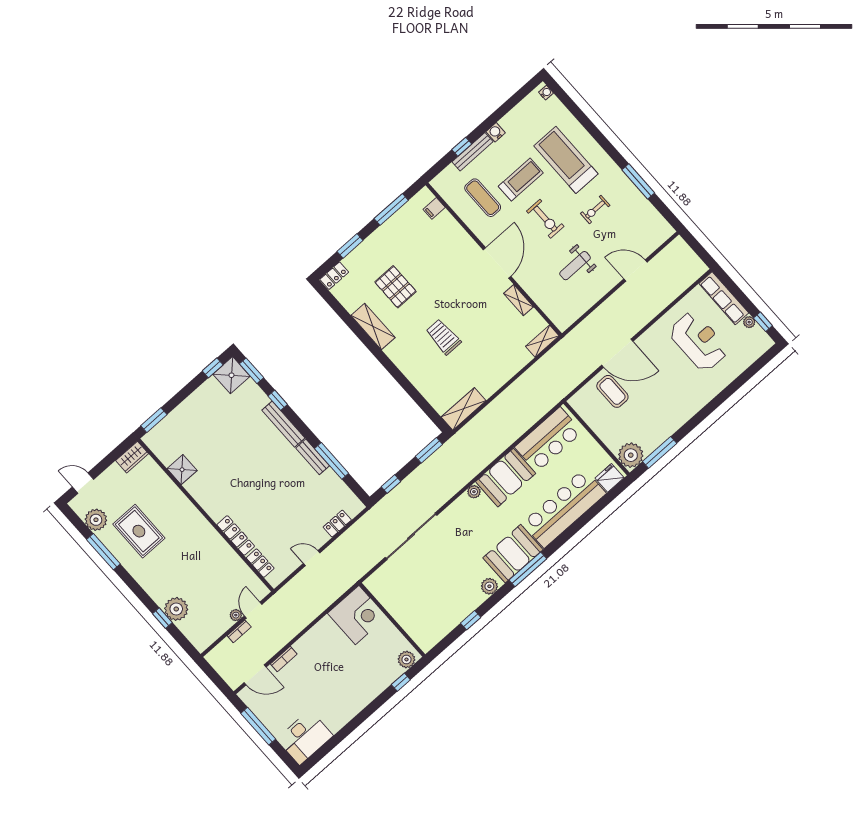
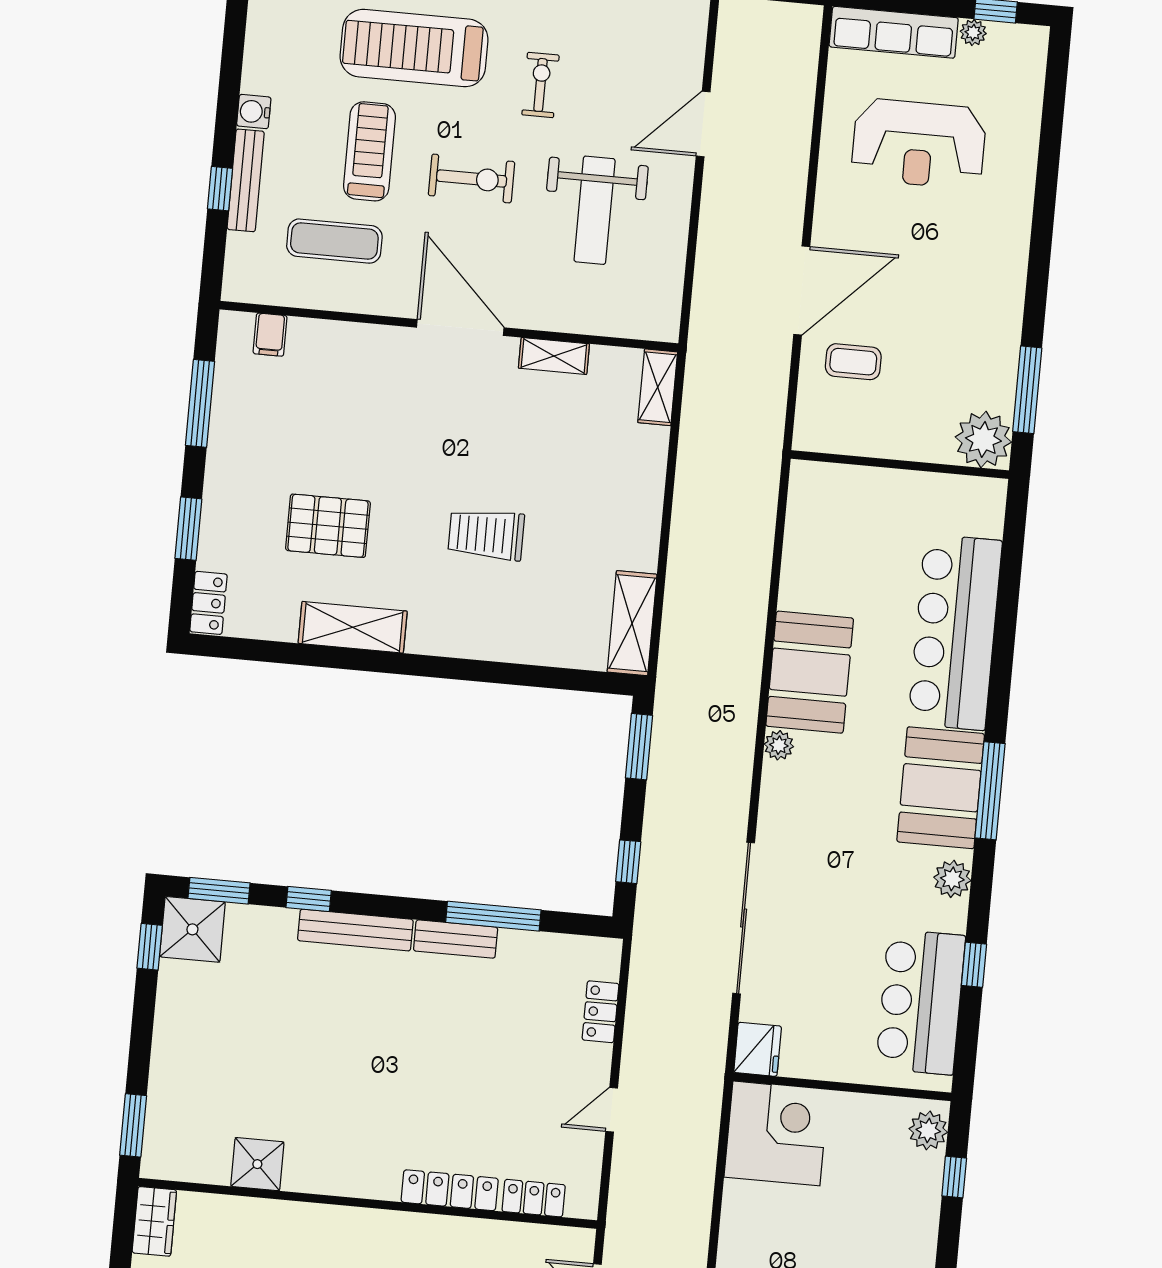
exercise bike: (595, 209) -> (540, 85), turned 180
weight bench: (575, 266) -> (595, 210), width x1.36, depth x1.33
reception desk: (699, 341) -> (919, 144), turned 180
coffee table: (612, 391) -> (853, 362), width x0.73, depth x0.77
bar counter: (549, 440) -> (921, 1002), moved, turned 180
fridge: (609, 478) -> (758, 1049), moved, turned 180

